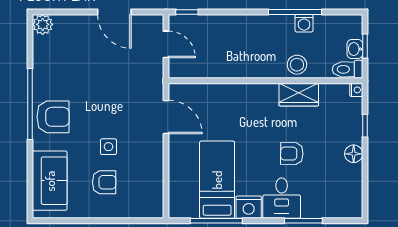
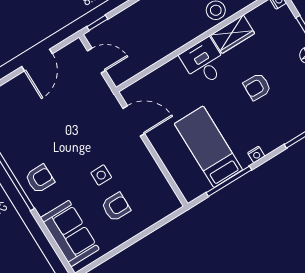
door: (114, 12) -> (37, 60), hinge flipped
armchair: (53, 117) -> (40, 179), width x0.72, depth x0.72
desk: (282, 198) -> (204, 62), moved, turned 180
nightstand: (249, 207) -> (256, 154), width x0.53, depth x0.56

